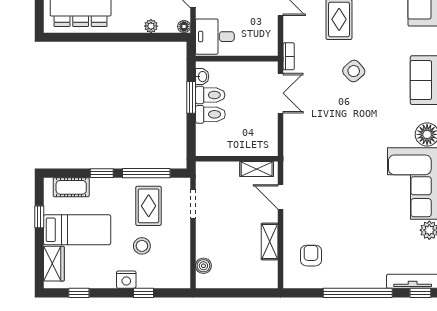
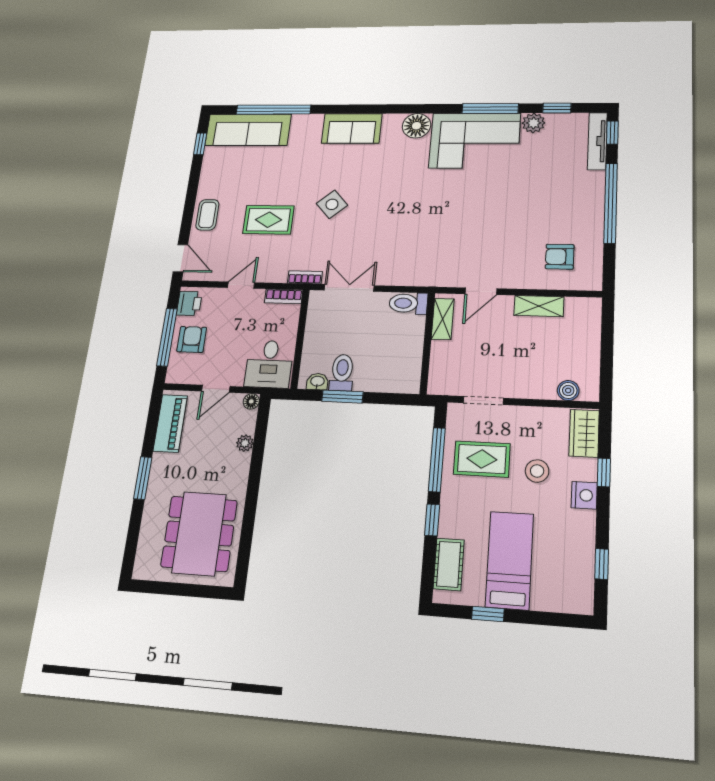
bookcase: (272, 41) -> (284, 296), added
toilet: (210, 114) -> (408, 303), moved, turned -90
wardrobe: (54, 264) -> (584, 433), moved, turned -90

